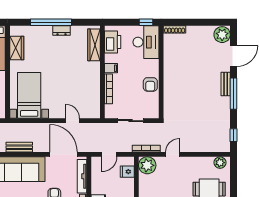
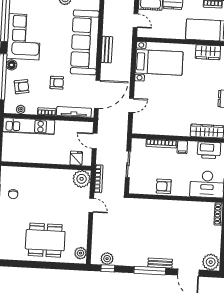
plant: (224, 136) -> (107, 259), added

